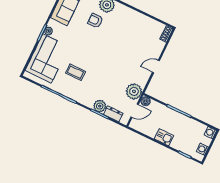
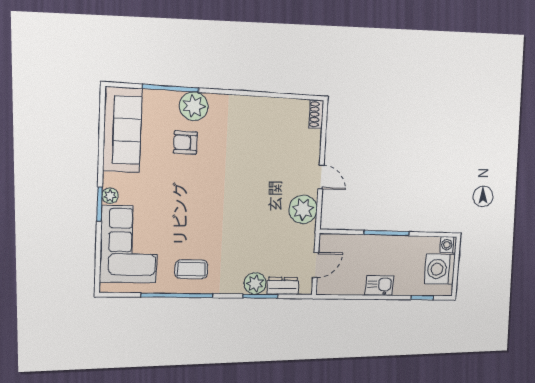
door: (156, 67) -> (321, 177), swing flipped
coffee table: (75, 72) -> (191, 269), moved
plant: (134, 91) -> (303, 209), moved
boiler: (146, 101) -> (327, 242), removed
washing machine: (202, 149) -> (440, 269), width x1.89, depth x1.89

